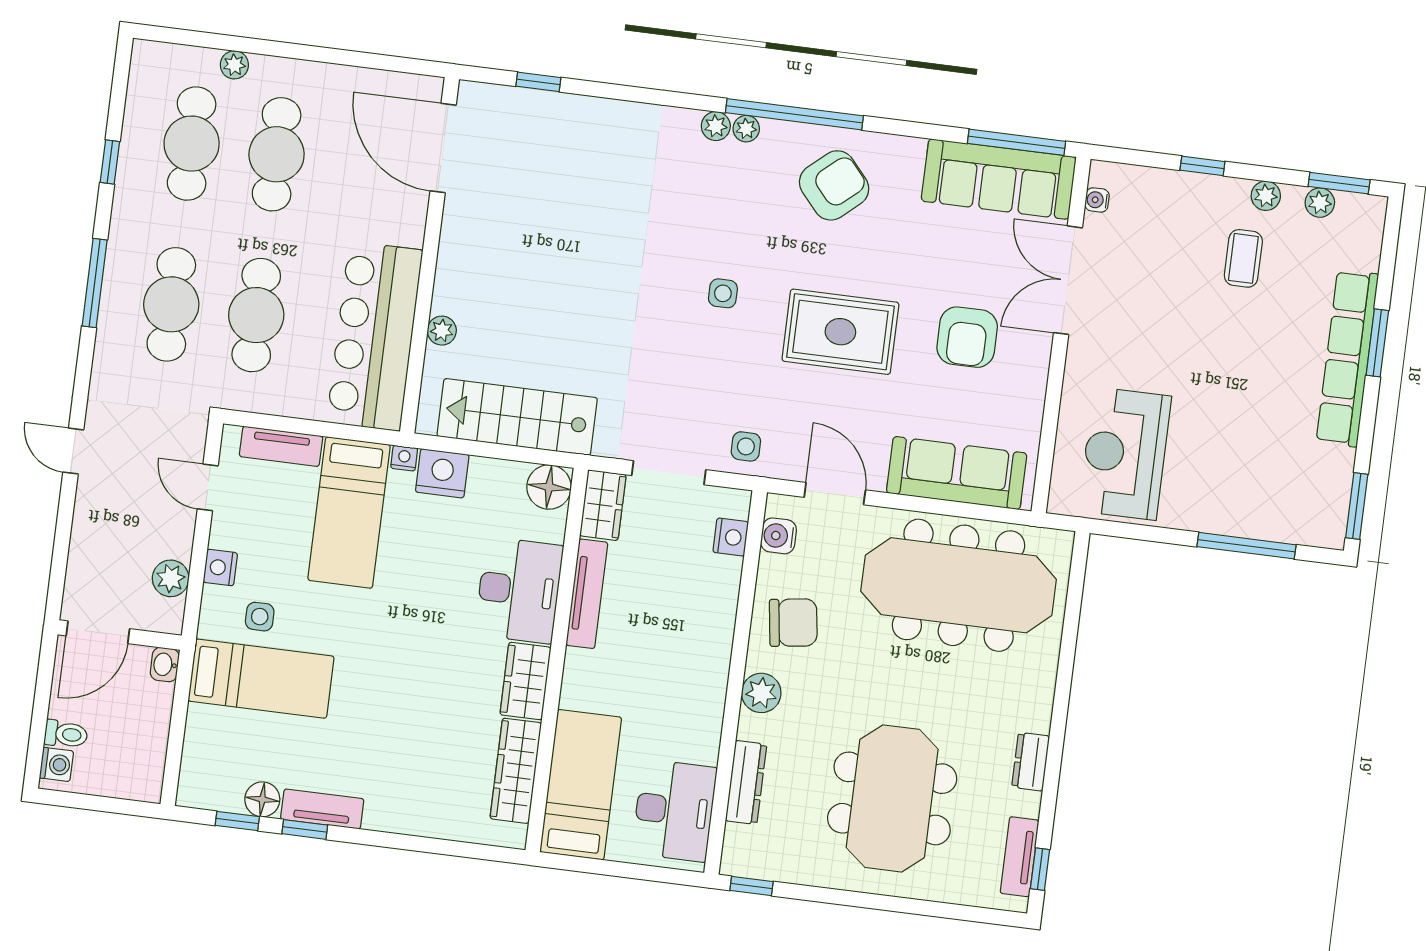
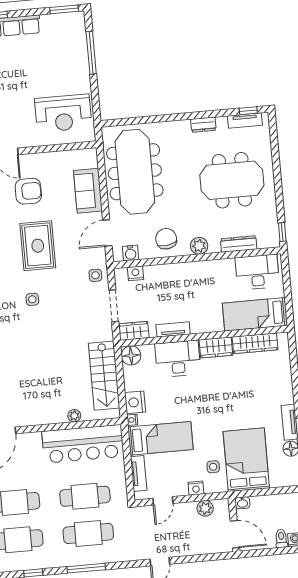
sofa: (957, 473) -> (88, 191), width x0.73
tv unit: (587, 594) -> (173, 329), width x0.71
bed: (261, 679) -> (246, 460), width x1.50

